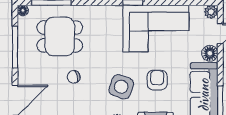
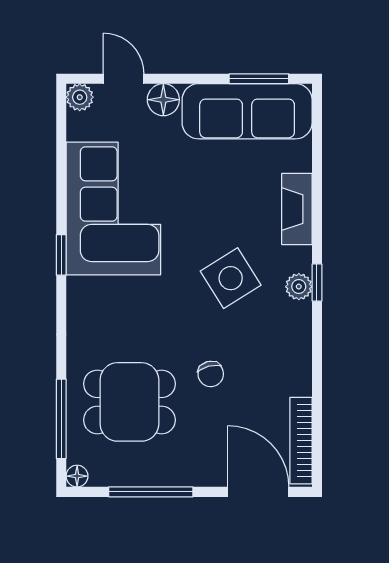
dining table: (60, 36) -> (129, 402), turned 90
armchair: (157, 80) -> (217, 206), removed
side table: (121, 87) -> (231, 278), turned 38

